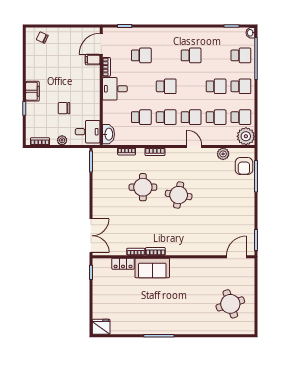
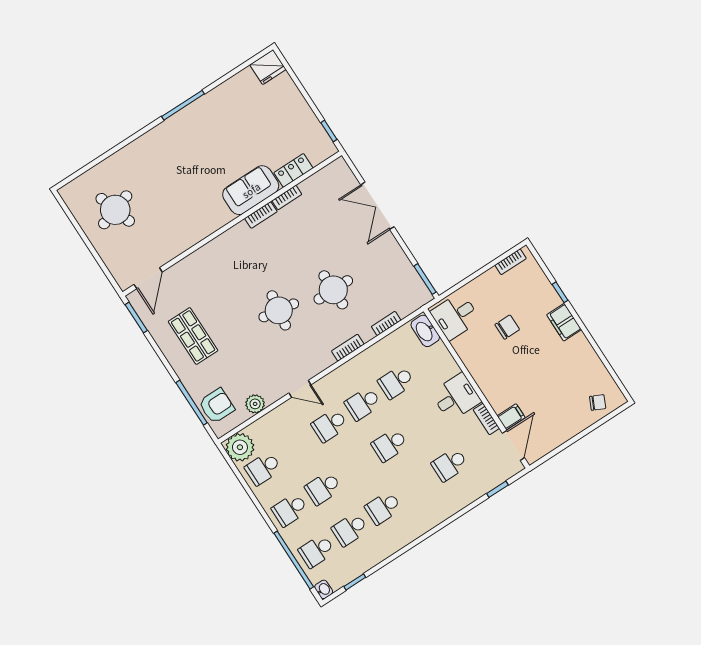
school desk: (216, 117) -> (350, 529), moved
plant: (62, 140) -> (482, 282), removed
armchair: (244, 166) -> (217, 406), turned 90
shop shelf: (232, 211) -> (193, 336), added
double door: (91, 236) -> (377, 206), moved

